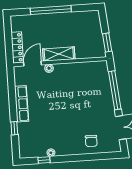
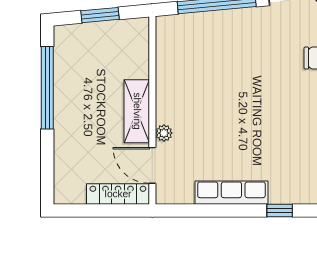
window: (51, 10) -> (47, 88), moved
window: (107, 43) -> (100, 15), moved

